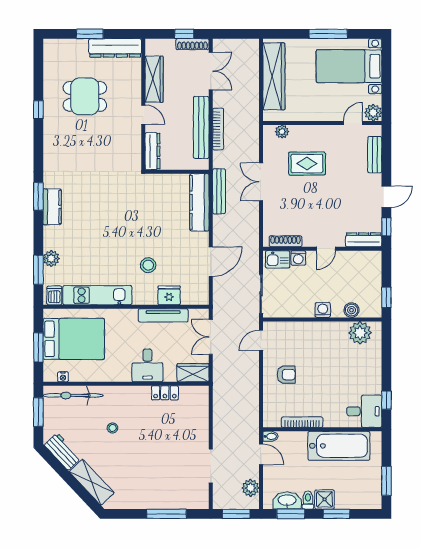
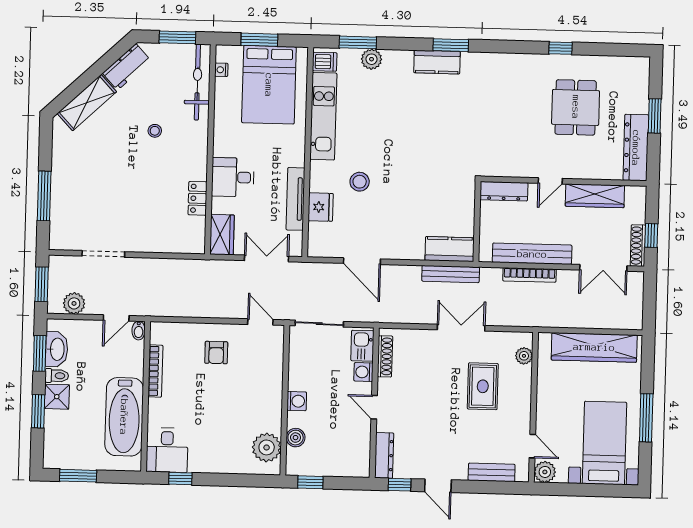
kitchen counter: (199, 202) -> (450, 249), width x0.67

